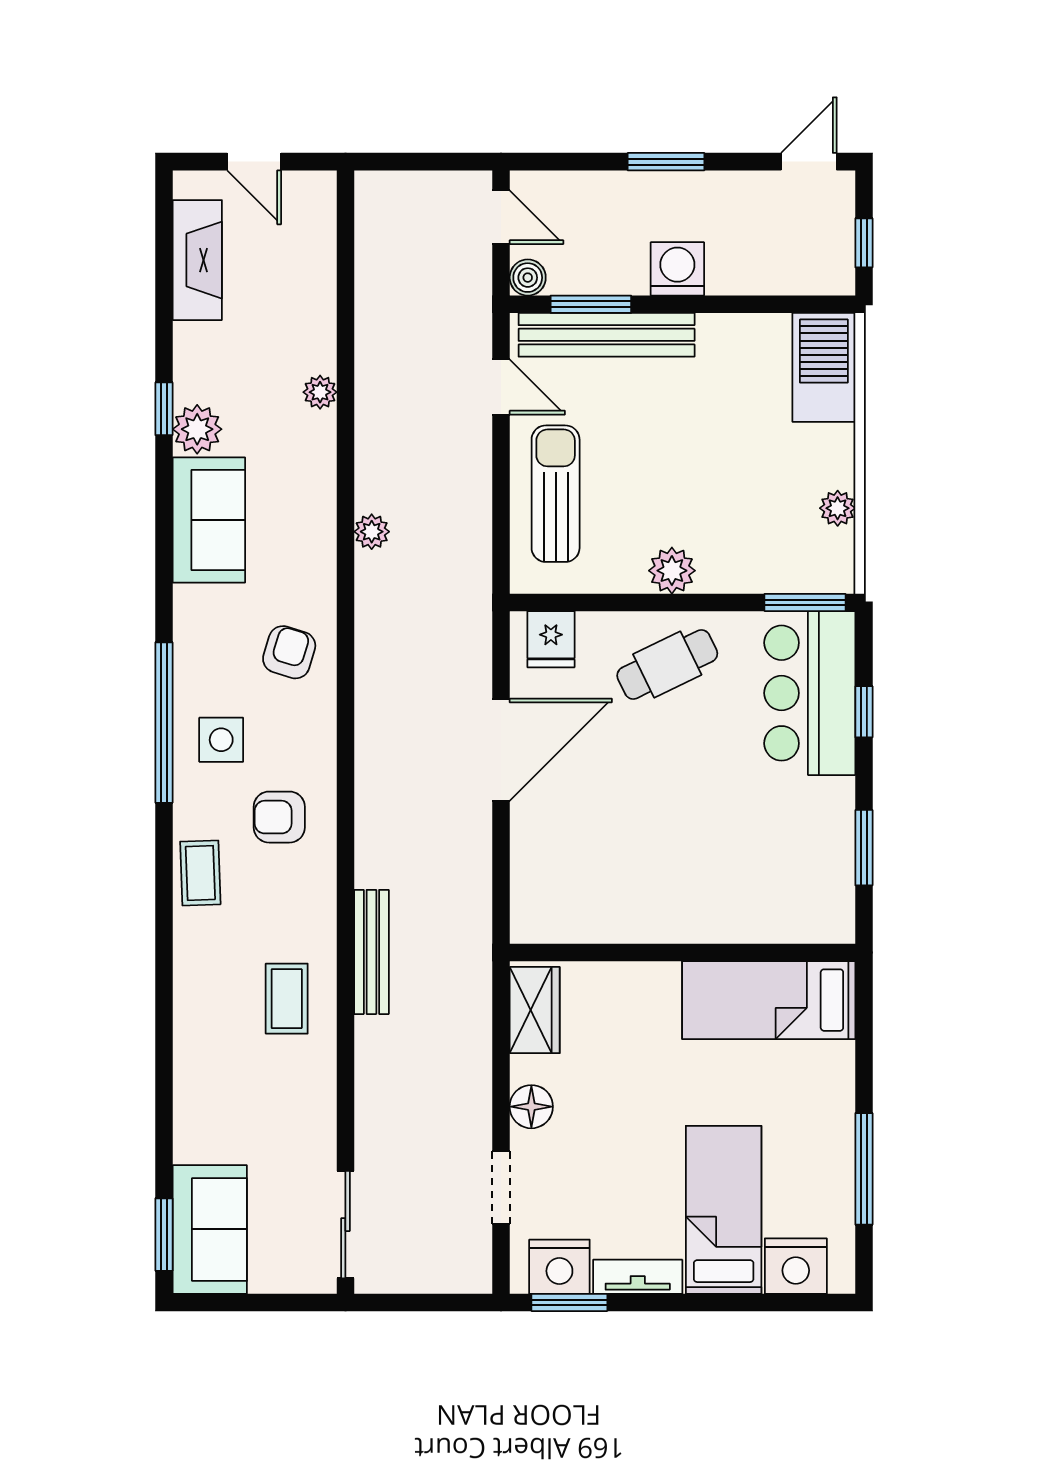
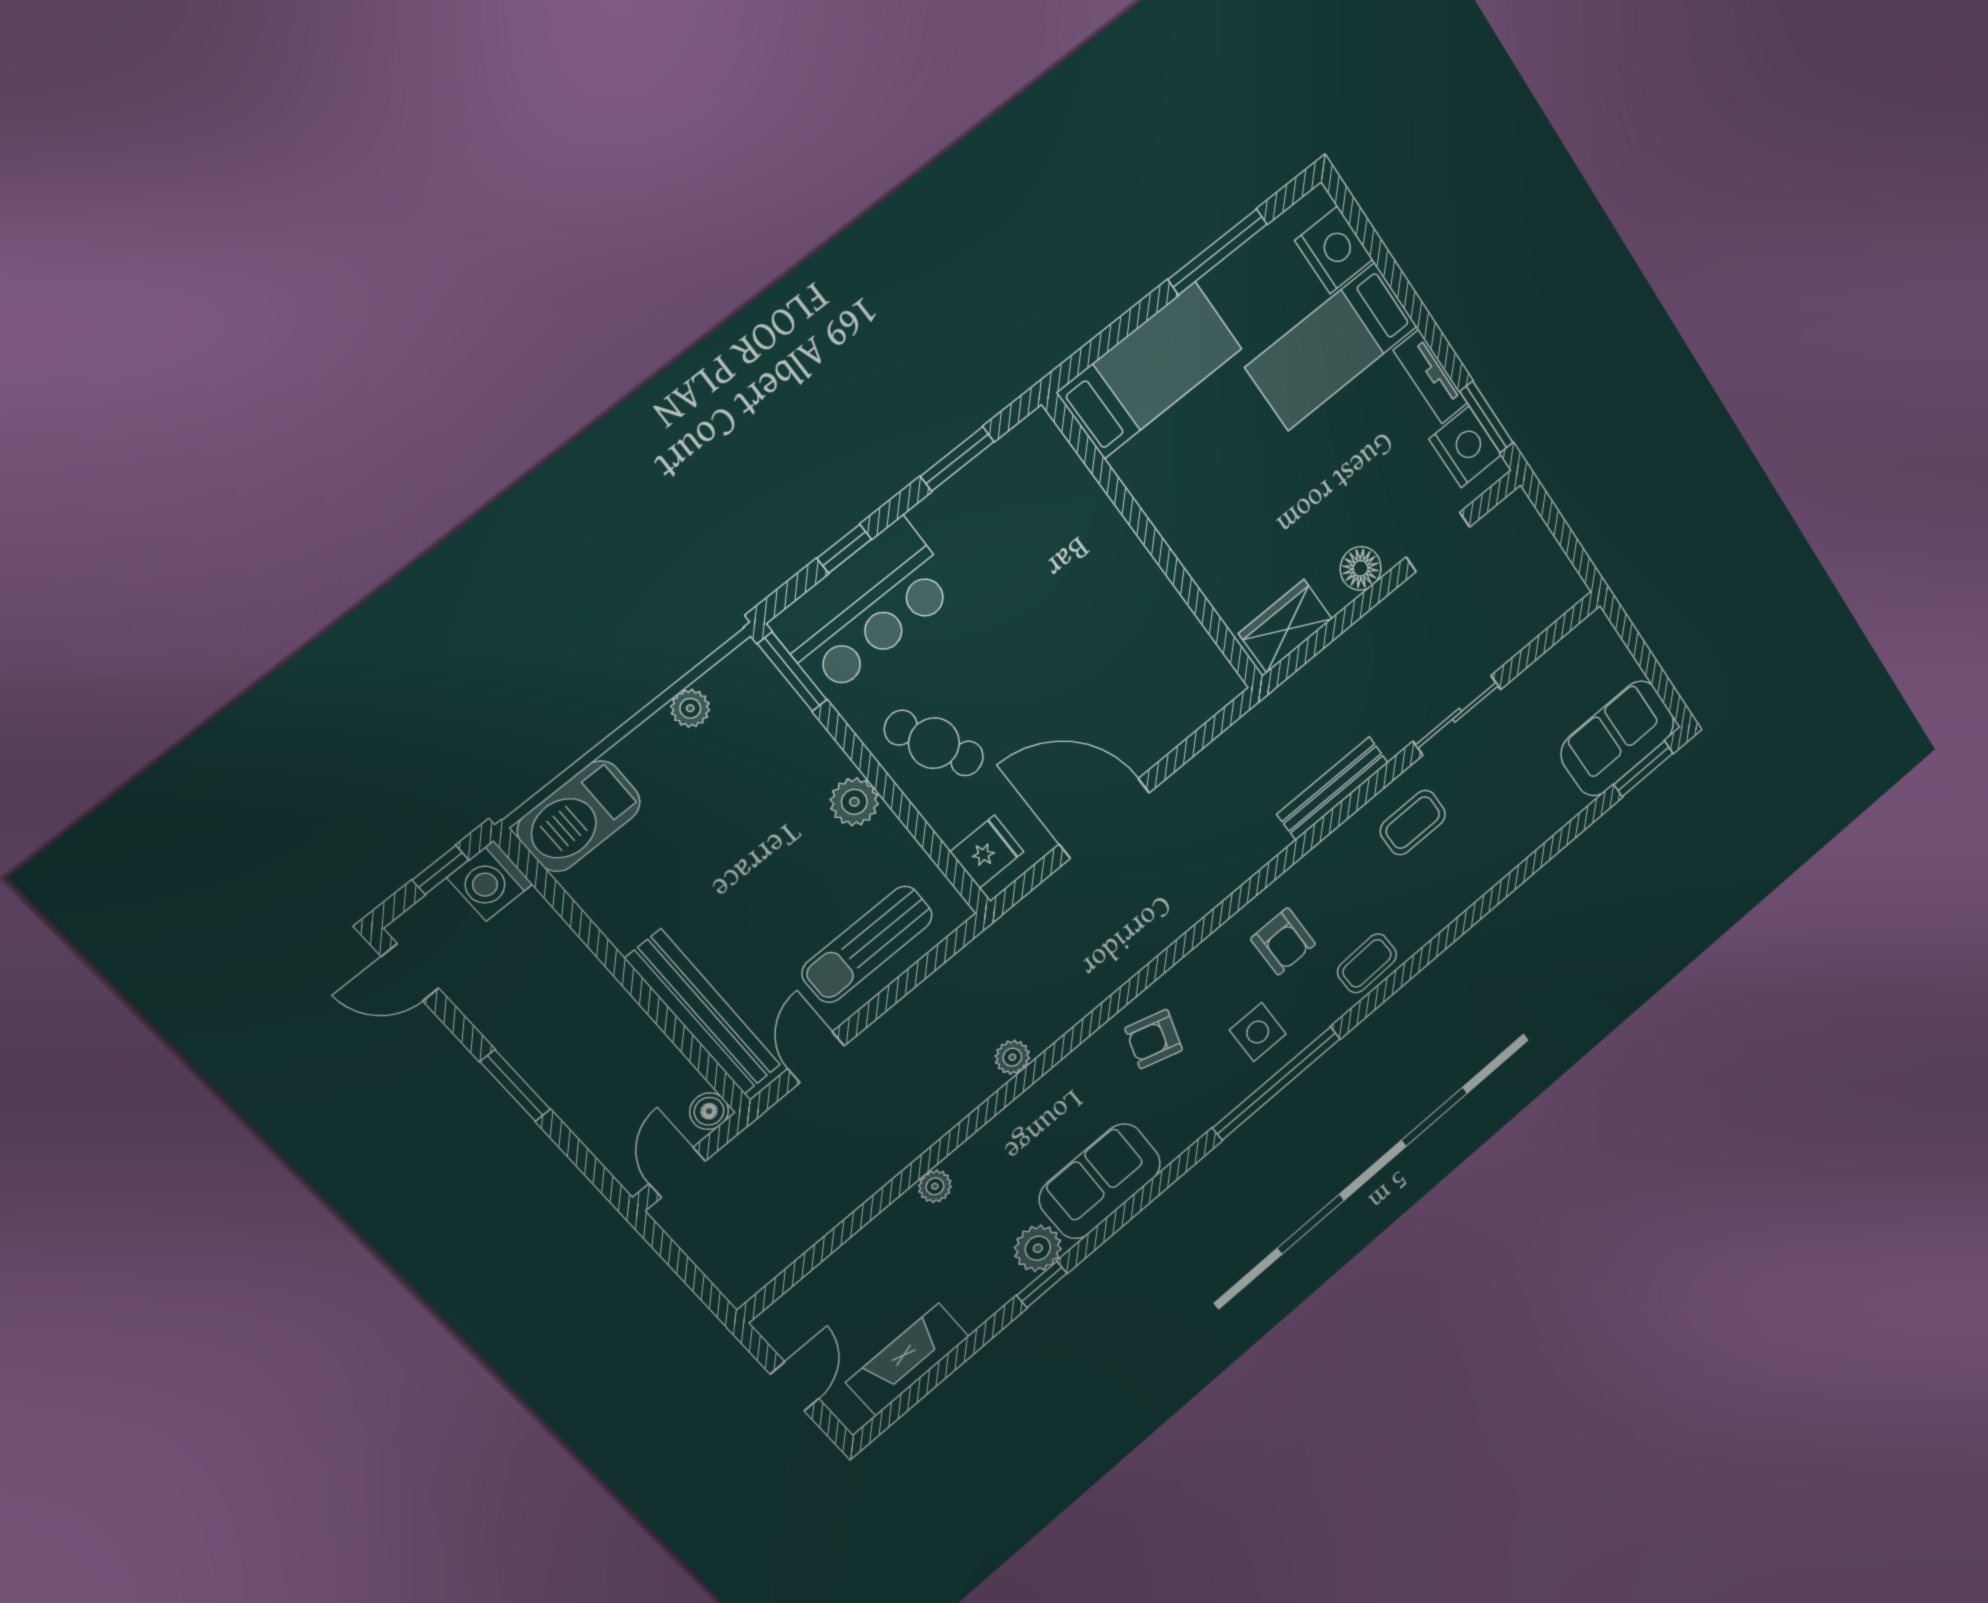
washing machine: (677, 269) -> (490, 881), moved
window: (591, 304) -> (688, 1045), removed
bed: (769, 1000) -> (1150, 370), moved, turned -90
sliding door: (345, 1225) -> (1457, 715), moved

